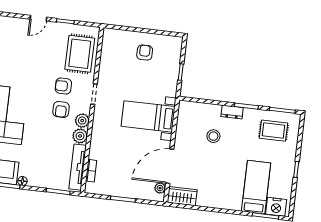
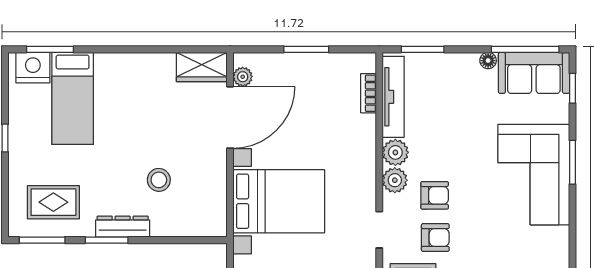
armchair: (61, 110) -> (435, 195), turned 90
dresser: (232, 112) -> (123, 227), width x1.44
bed with nightstands: (148, 116) -> (279, 201), width x1.36

